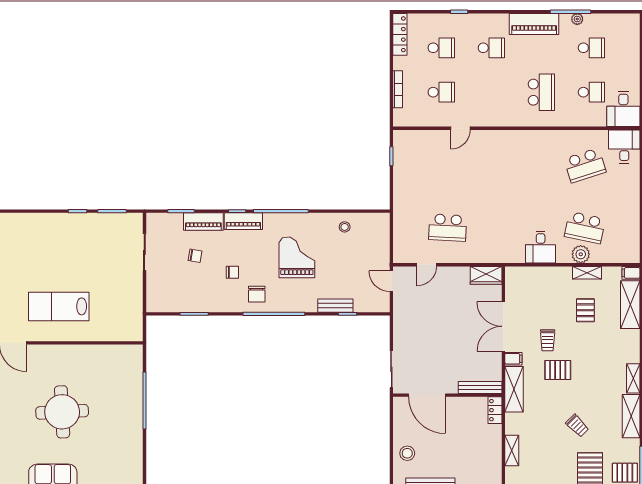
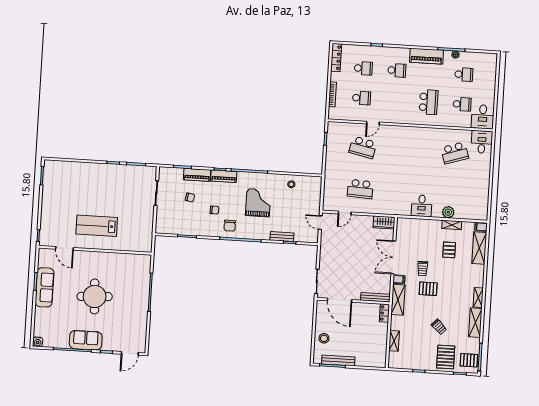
school desk: (585, 228) -> (363, 147), moved

